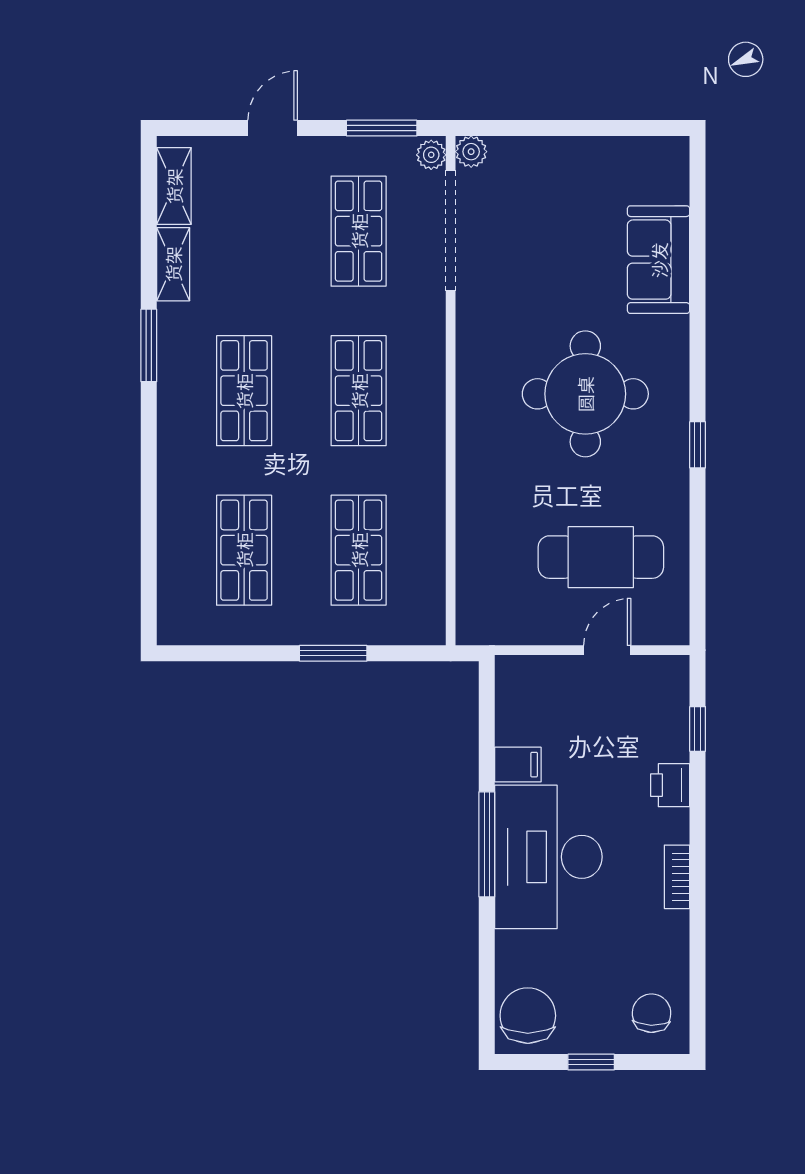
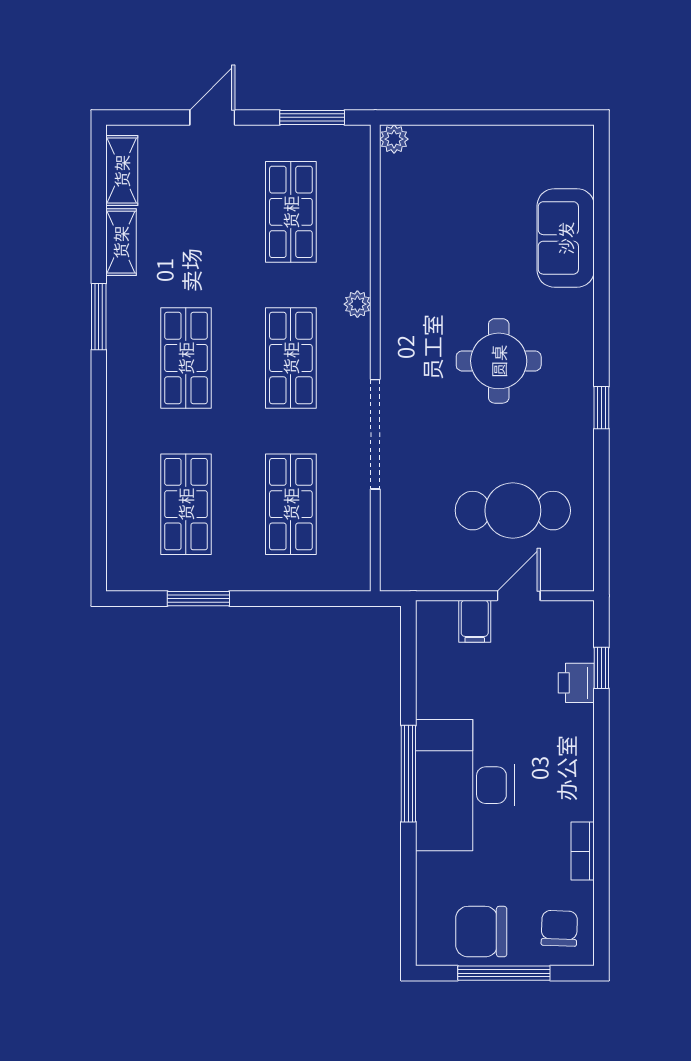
plant: (431, 155) -> (357, 304), moved
doorway: (451, 231) -> (375, 434), moved
round table: (585, 394) -> (499, 361), width x0.73, depth x0.73
window: (333, 653) -> (198, 599), moved
filing cabinet: (518, 765) -> (475, 621), moved, turned 90
printer: (670, 785) -> (576, 683), moved
bookcase: (677, 877) -> (583, 851), moved
chair: (528, 1016) -> (481, 932), moved, turned -90
window: (591, 1062) -> (504, 973), width x2.17

